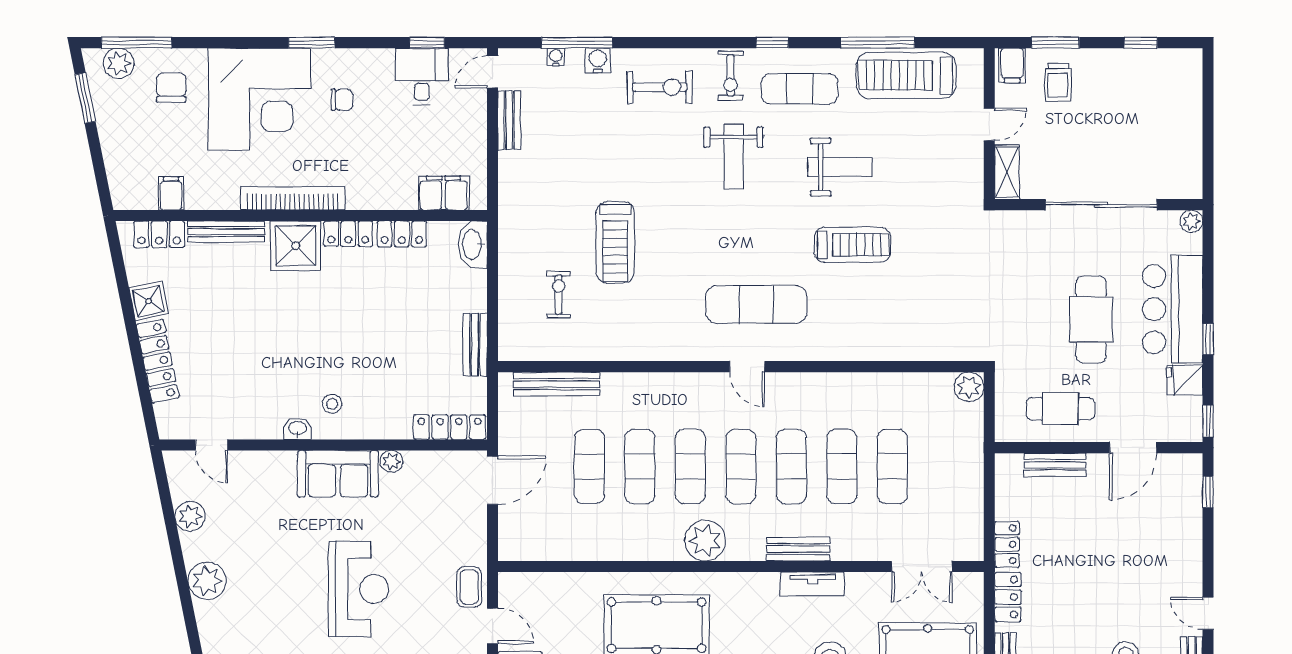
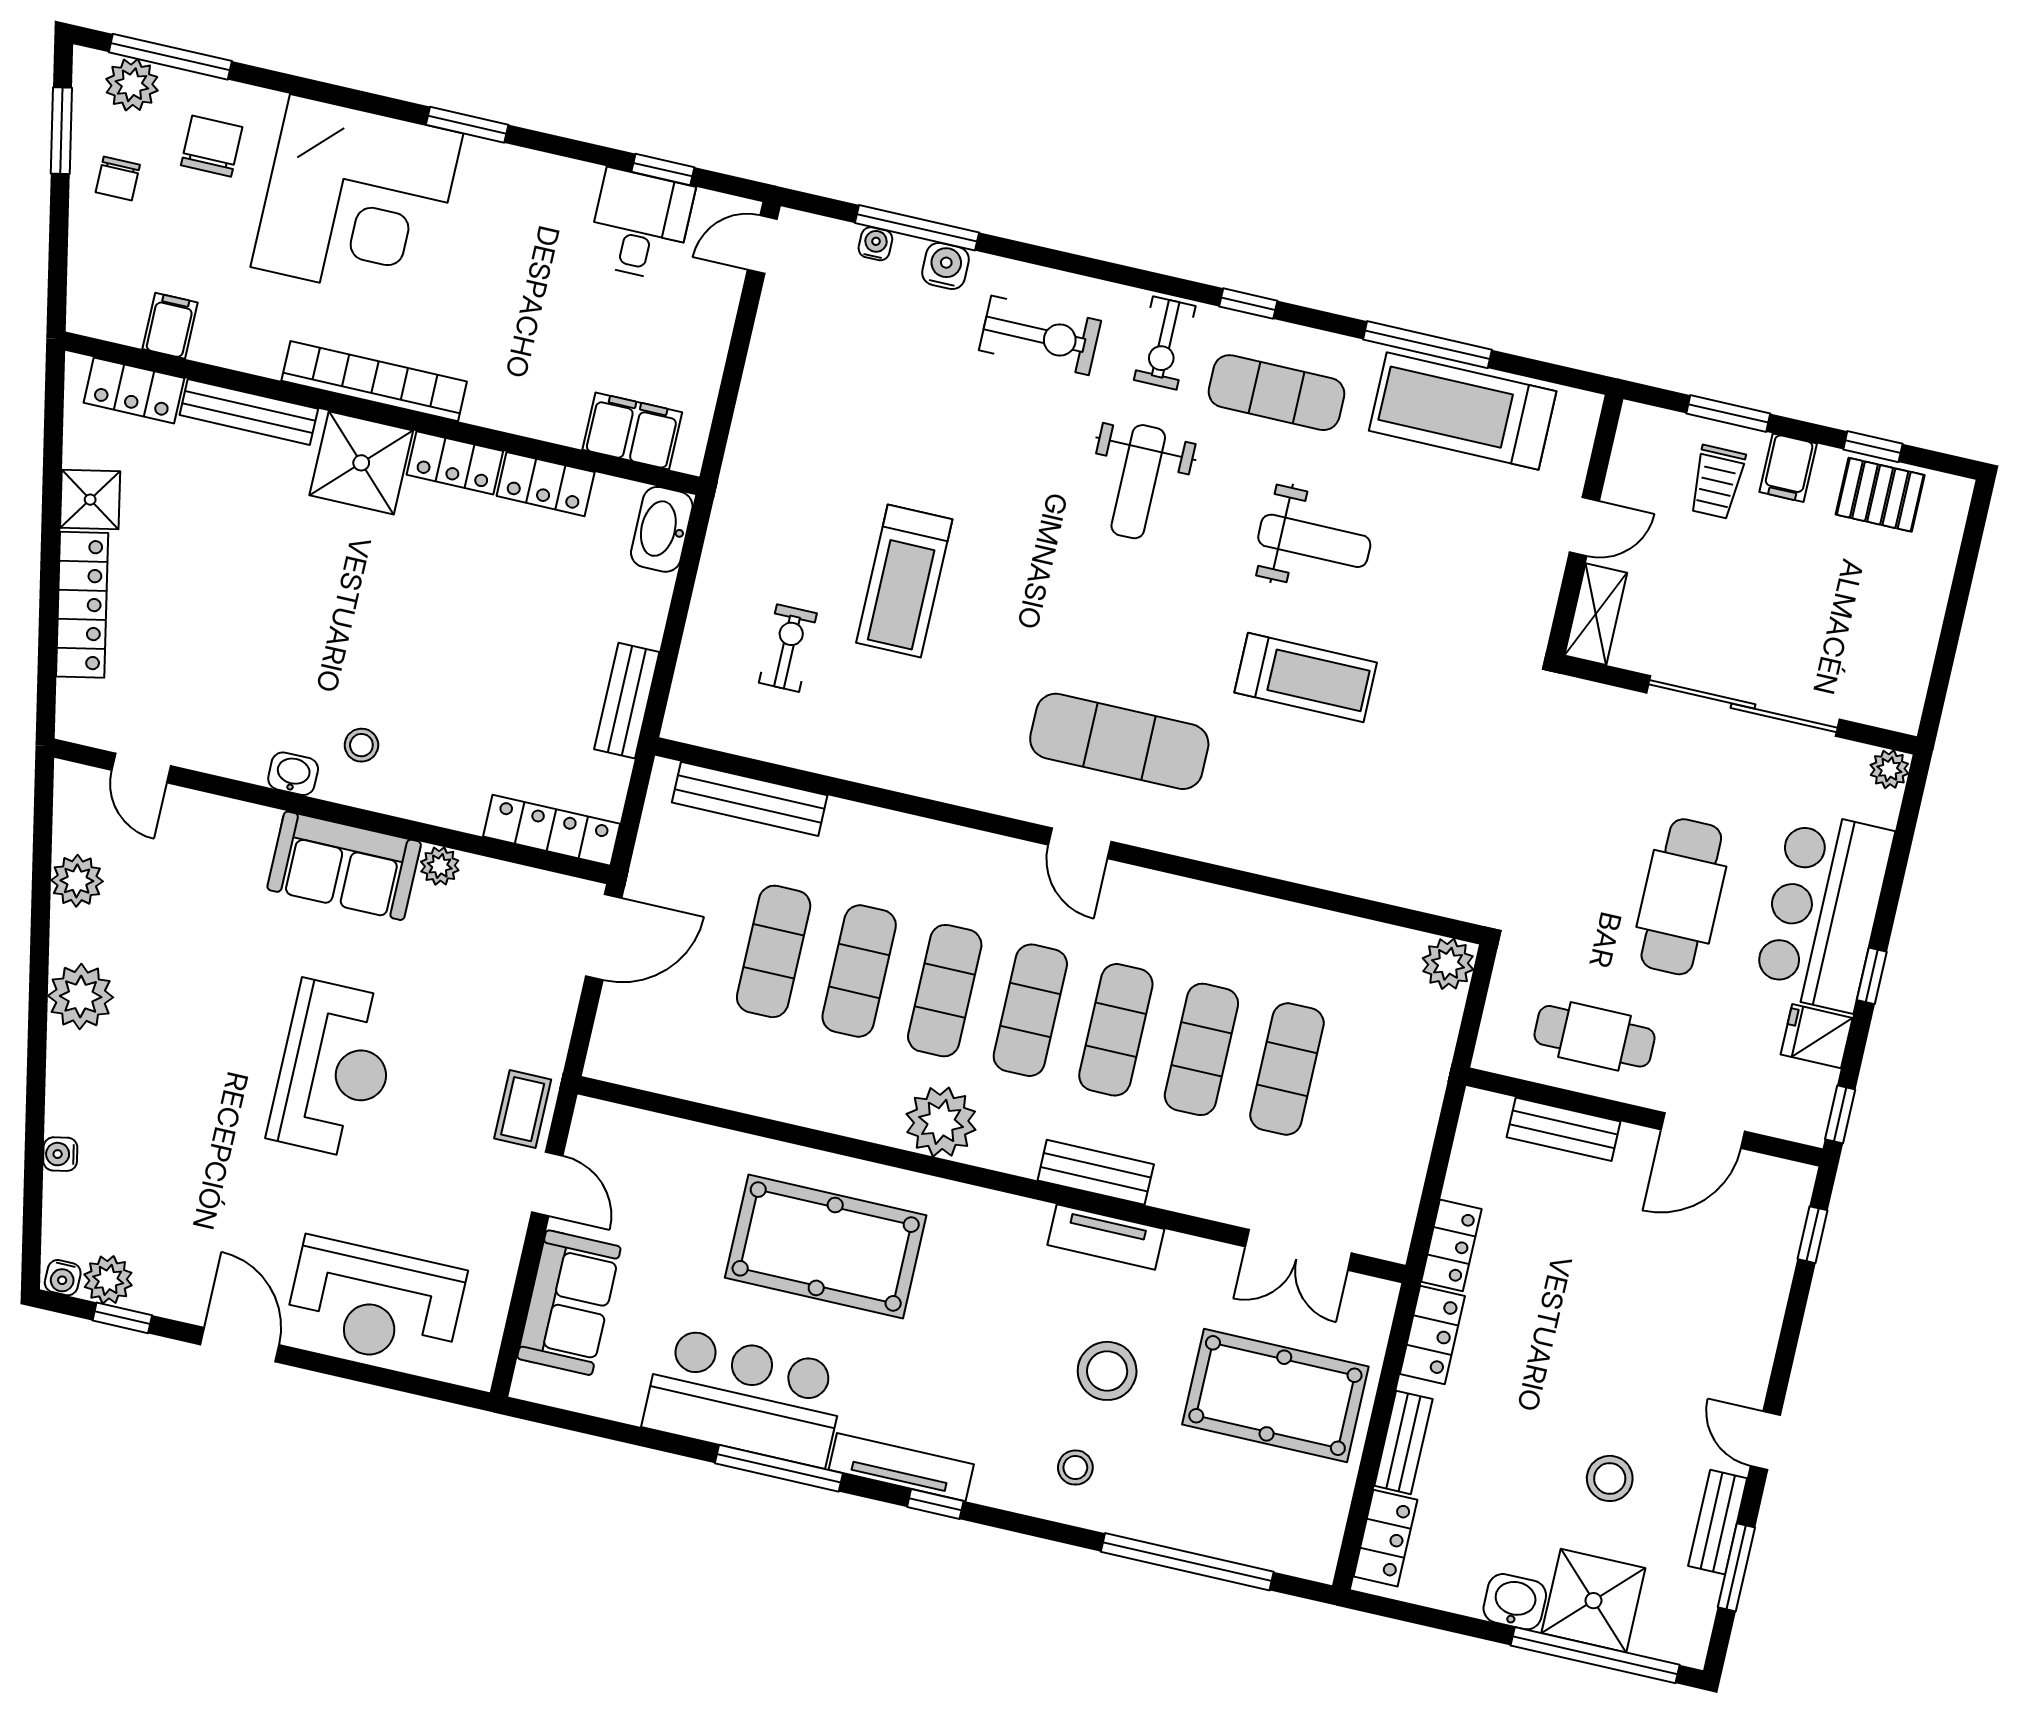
filing cabinet: (1012, 65) -> (1788, 468), moved
pallet: (1151, 69) -> (1880, 495), added
chair: (342, 100) -> (118, 178), moved, turned 90
bench: (509, 120) -> (772, 333), removed

